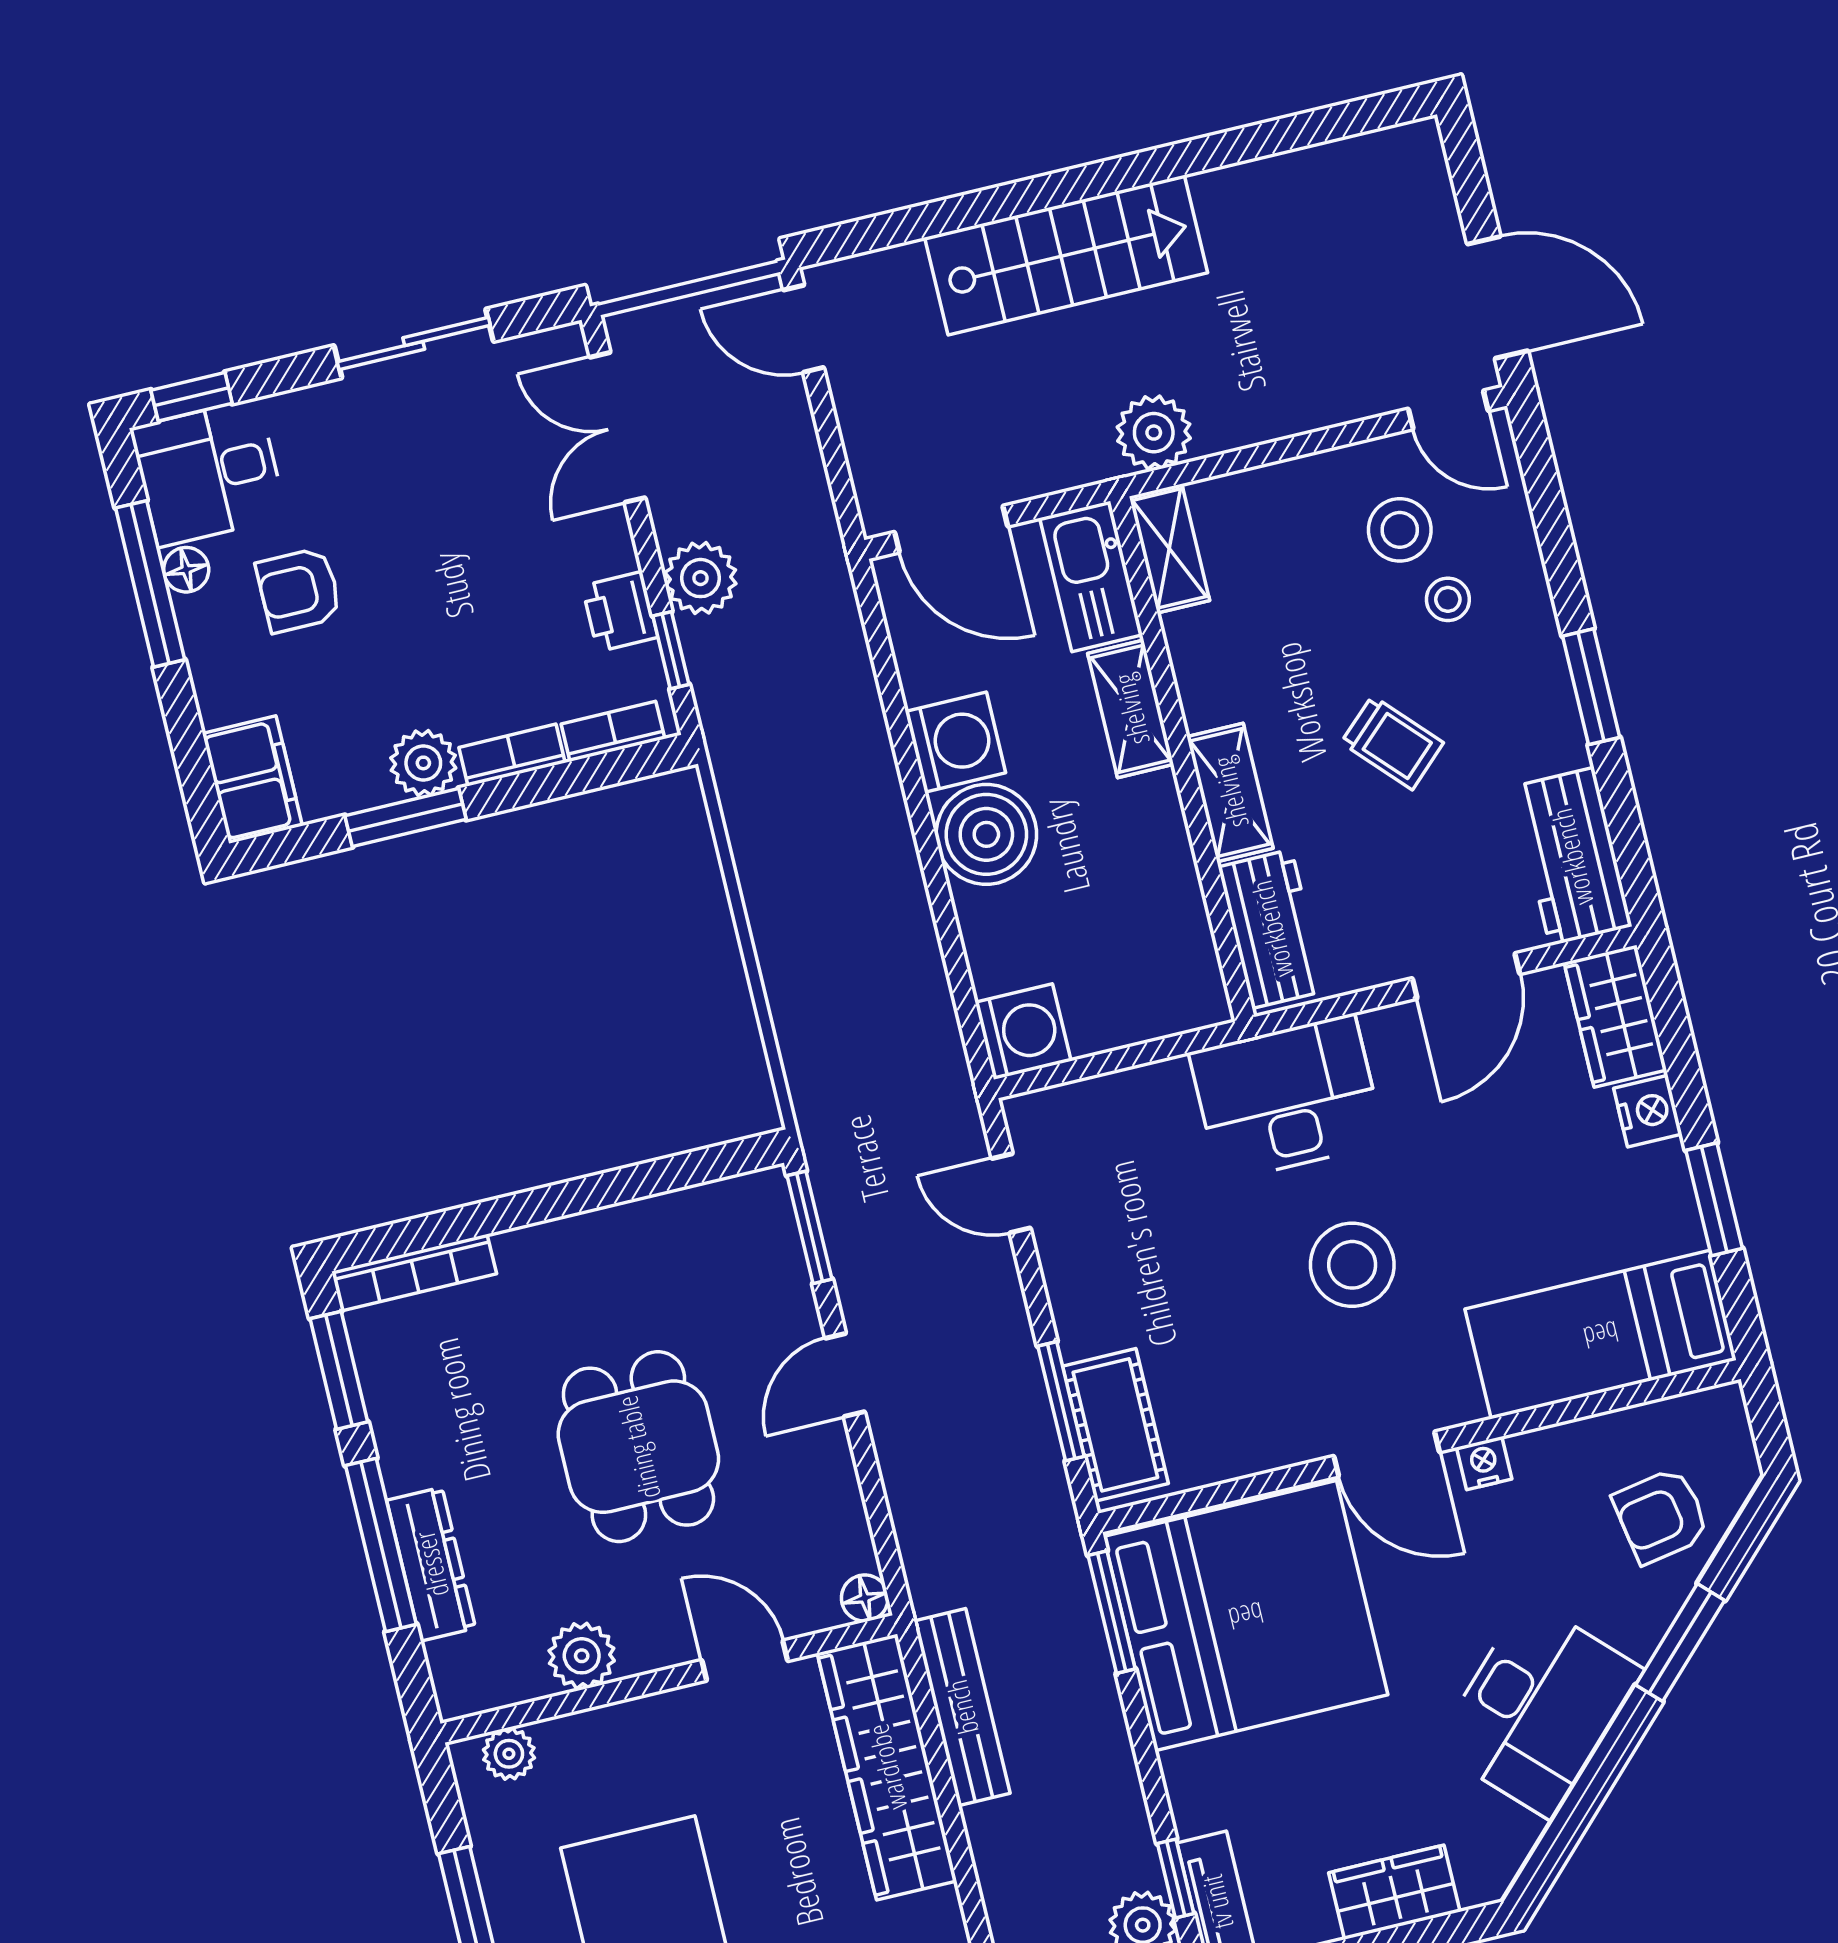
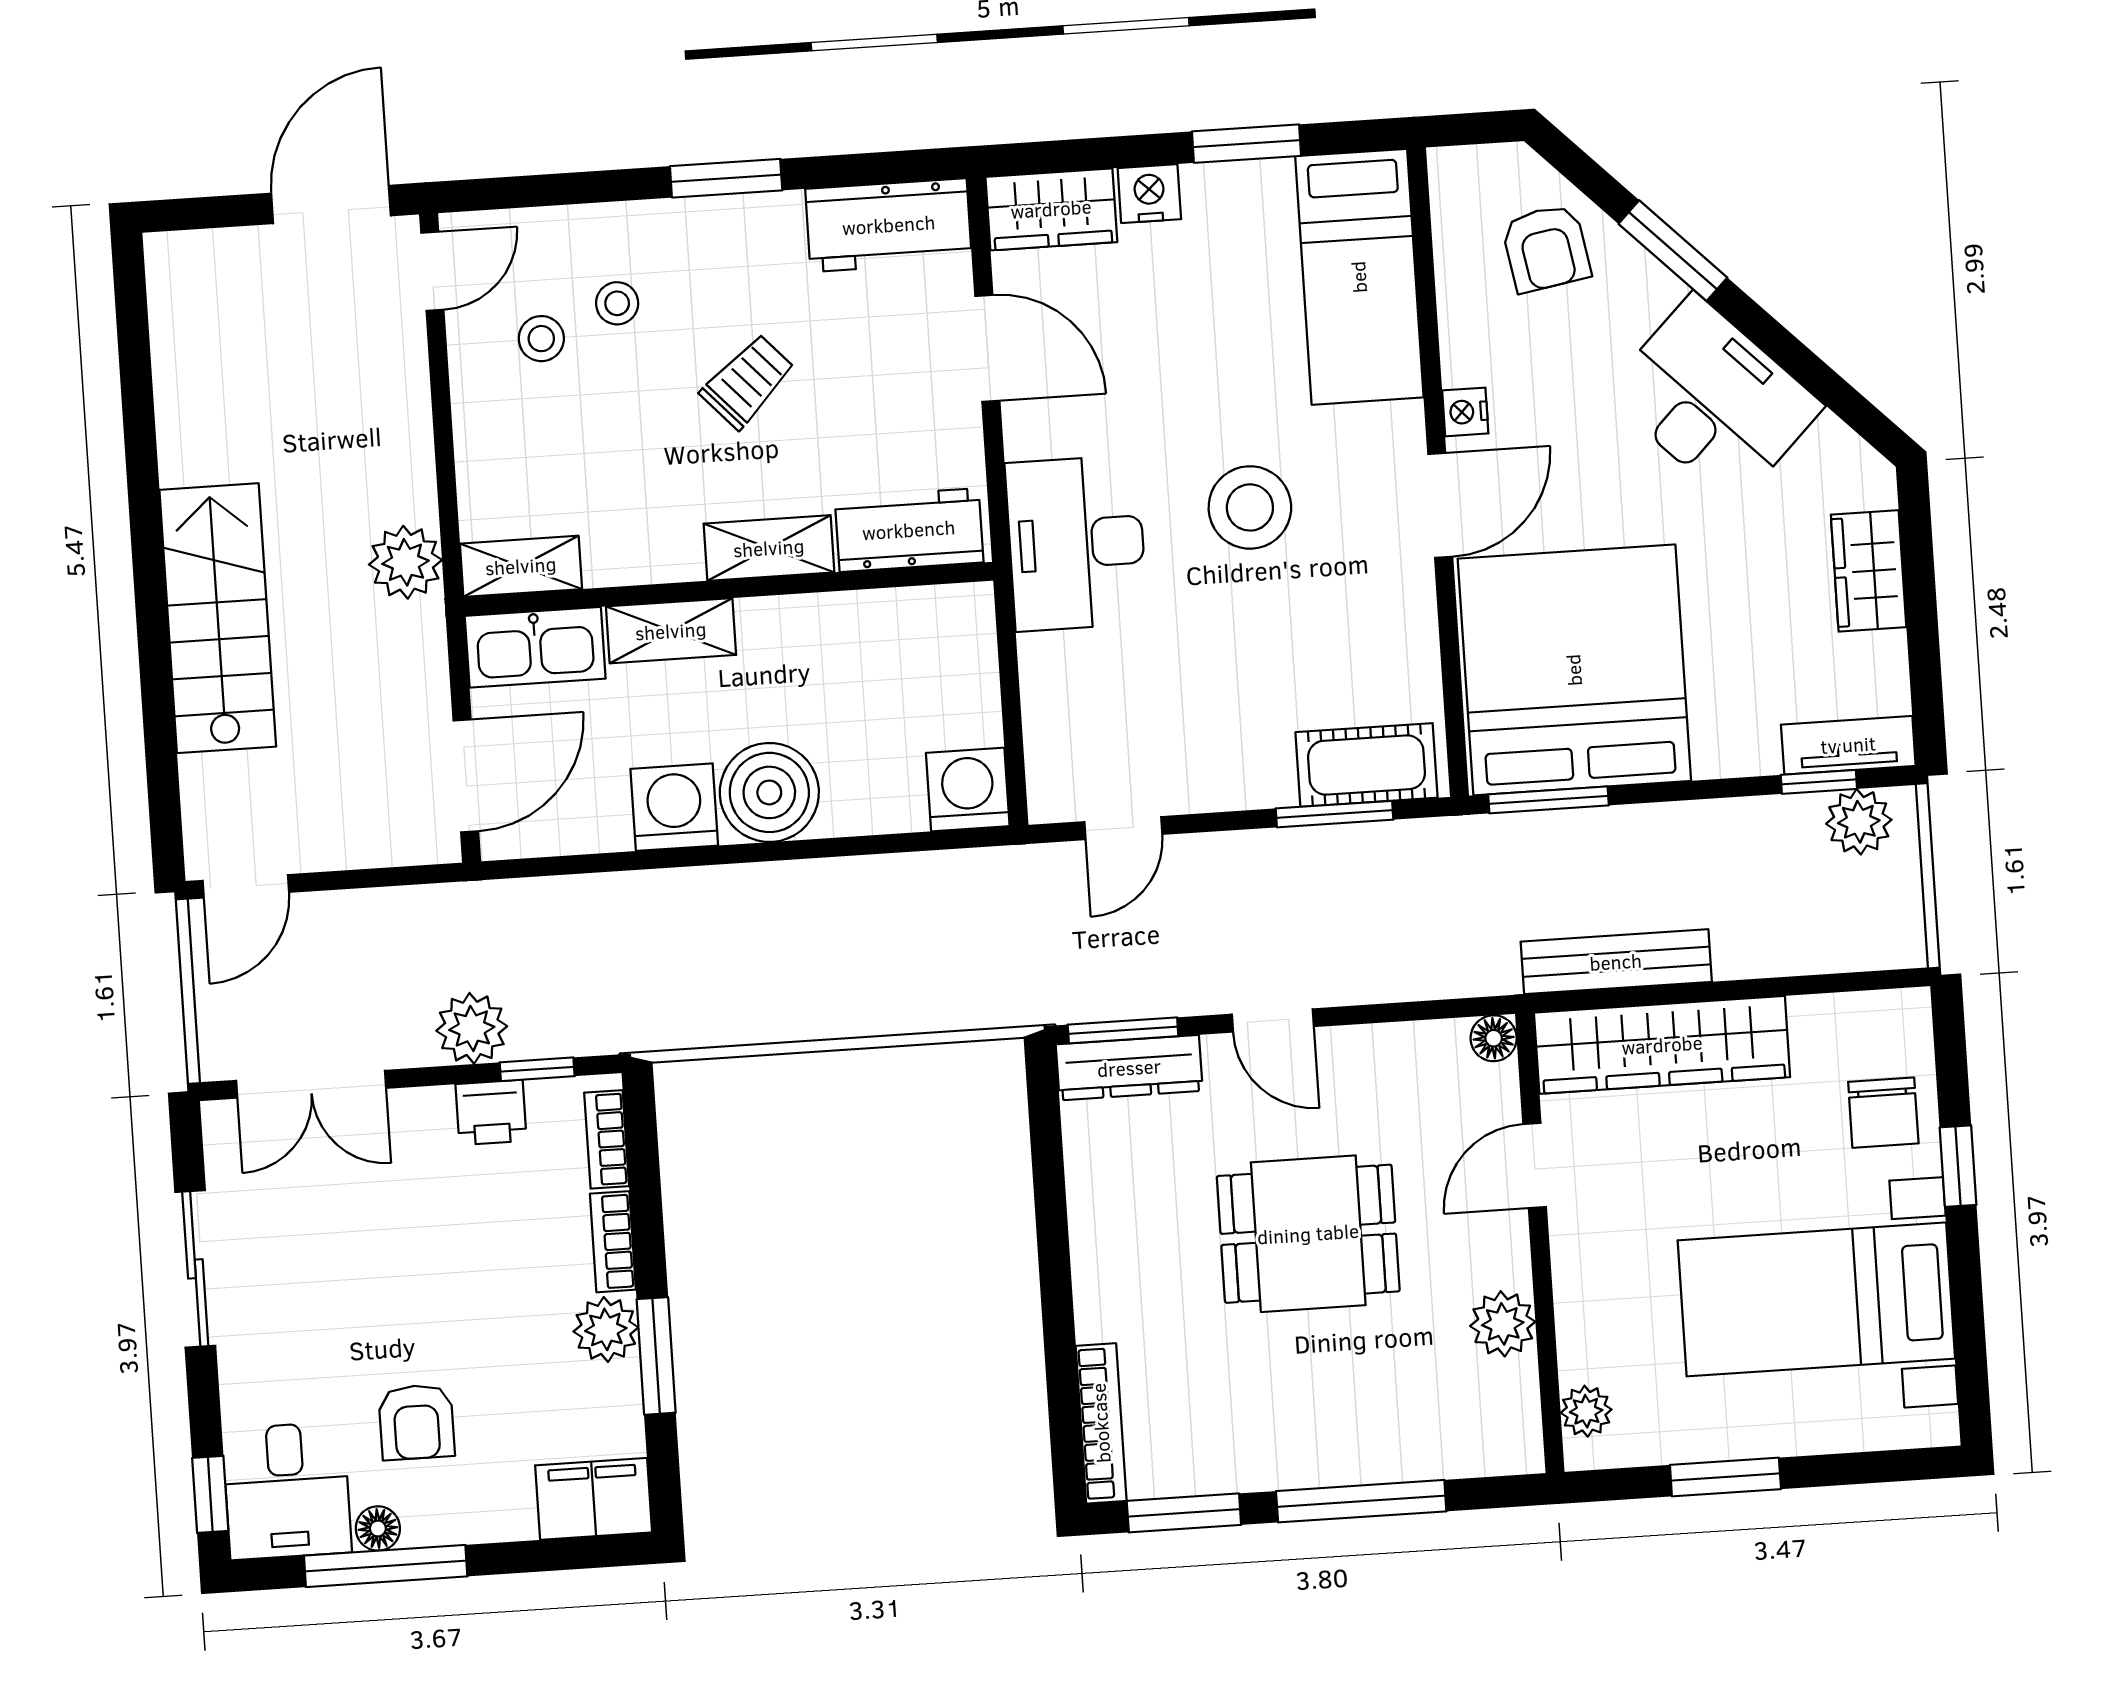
stool: (1400, 530) -> (541, 339), width x0.73, depth x0.73
dresser: (431, 1564) -> (1129, 1068), moved, turned 180

